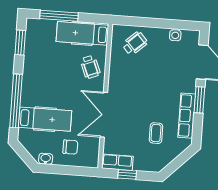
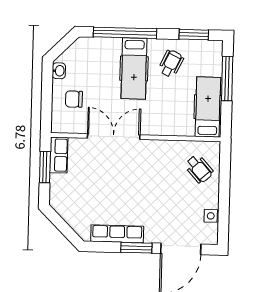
wheelchair: (90, 67) -> (171, 64), moved, turned 138
hospital bed: (45, 119) -> (134, 69), moved
coffee table: (156, 133) -> (95, 199), removed
chair: (70, 147) -> (74, 99), turned 90
window: (127, 174) -> (45, 167), width x1.50

